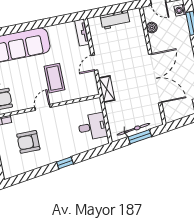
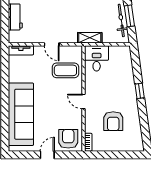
coffee table: (54, 78) -> (65, 70), moved
shelving: (107, 89) -> (90, 38), moved
desk: (92, 127) -> (97, 58), moved

